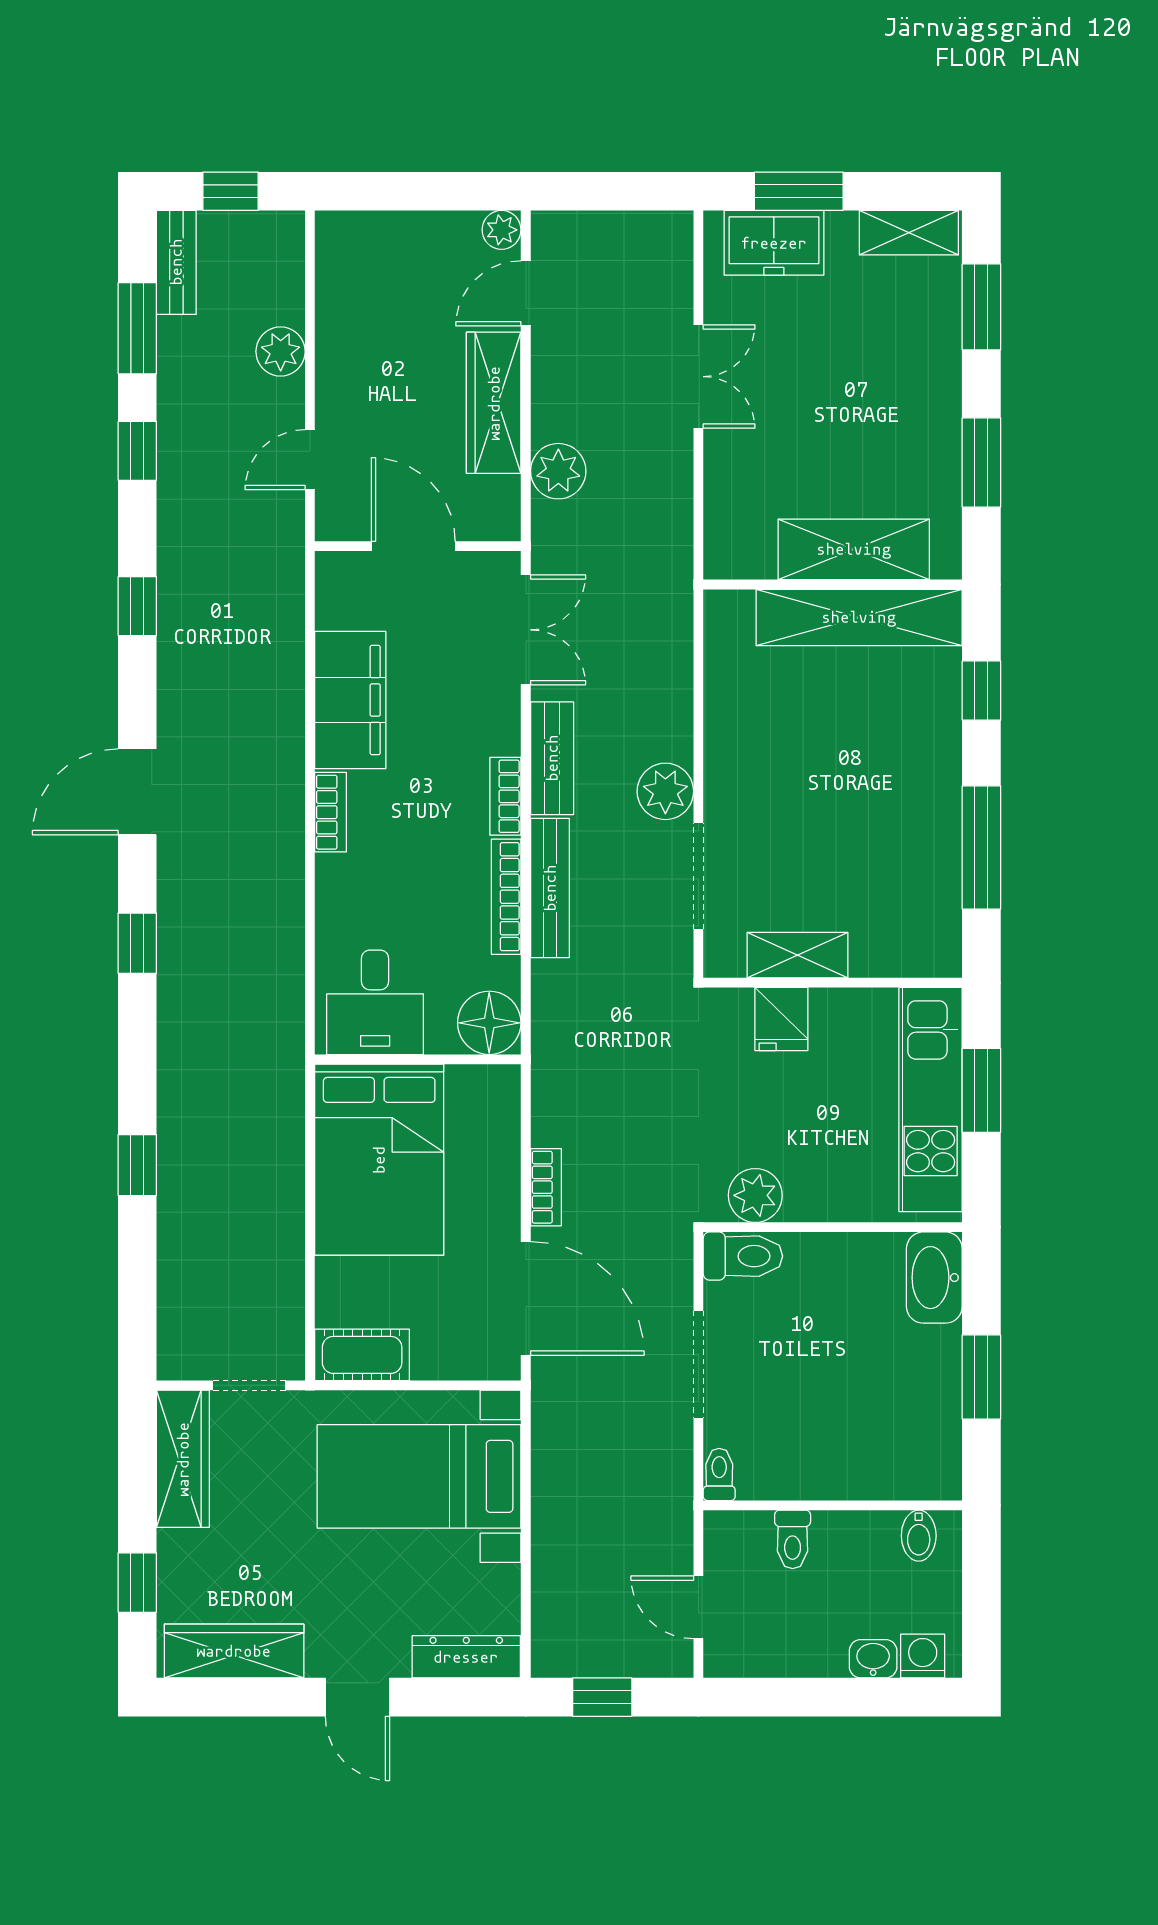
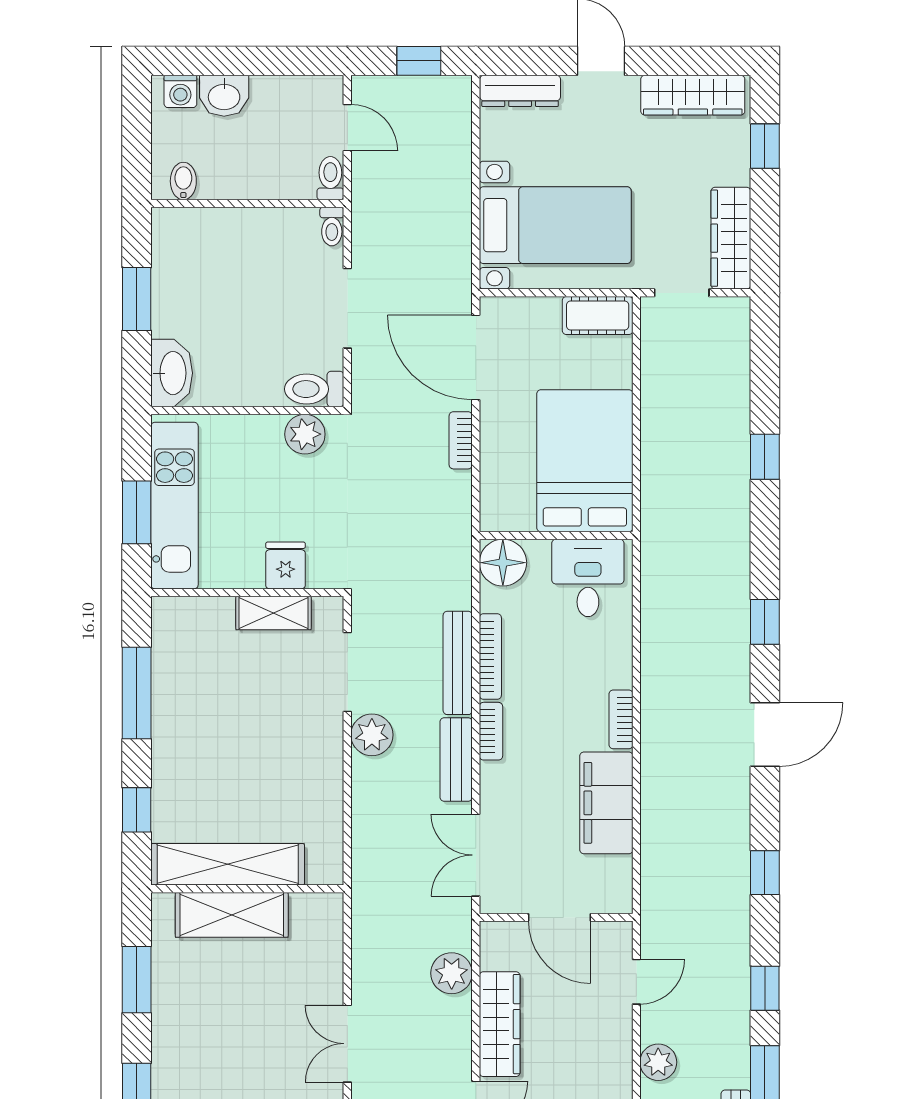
toilet: (793, 1539) -> (330, 178), moved
washbasin: (873, 1659) -> (224, 96), width x1.38, depth x1.45

